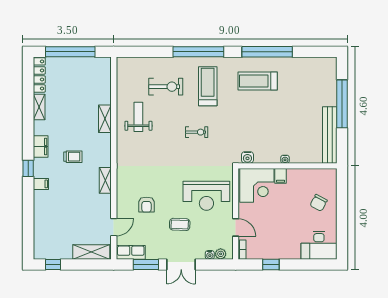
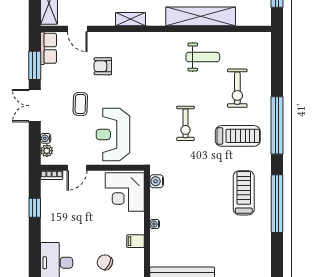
shelving: (105, 119) -> (201, 16), width x2.20, depth x1.33
exercise bike: (197, 132) -> (185, 123), width x1.38, depth x1.39
filing cabinet: (280, 176) -> (135, 241), moved

